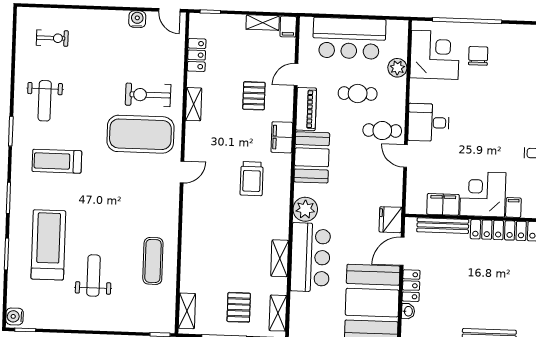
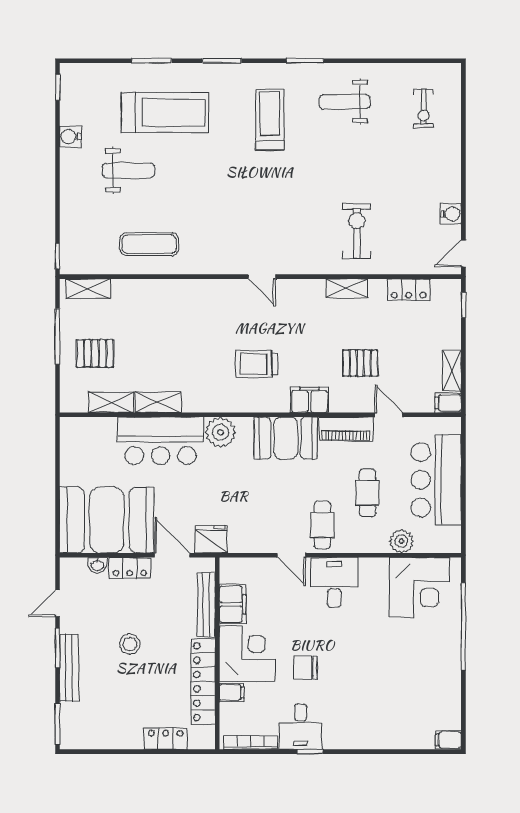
chair: (478, 56) -> (306, 668), moved, turned 180
exercise mat: (140, 134) -> (307, 223), removed
door: (405, 156) -> (291, 555), swing flipped
stool: (472, 288) -> (130, 644), added
shelving: (278, 313) -> (111, 403), moved
water cooler: (15, 316) -> (70, 137), moved, turned -90

